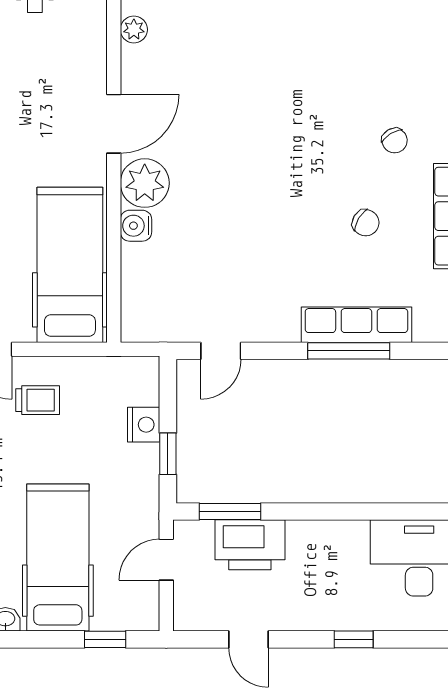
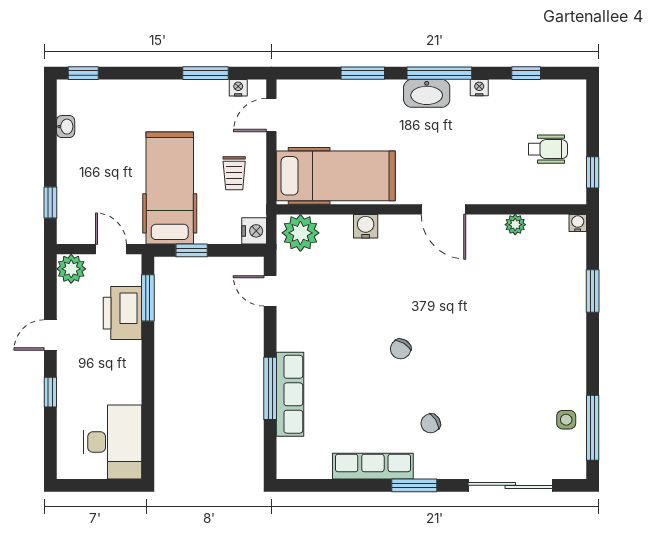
plant: (145, 183) -> (300, 233), moved
chair: (366, 223) -> (401, 349), moved
trolley: (38, 400) -> (234, 173), moved
nightstand: (144, 425) -> (254, 231), moved, turned -90
hospital bed: (58, 557) -> (170, 188), moved, turned -90
plant: (192, 612) -> (71, 269), added
door: (248, 639) -> (50, 335), moved

